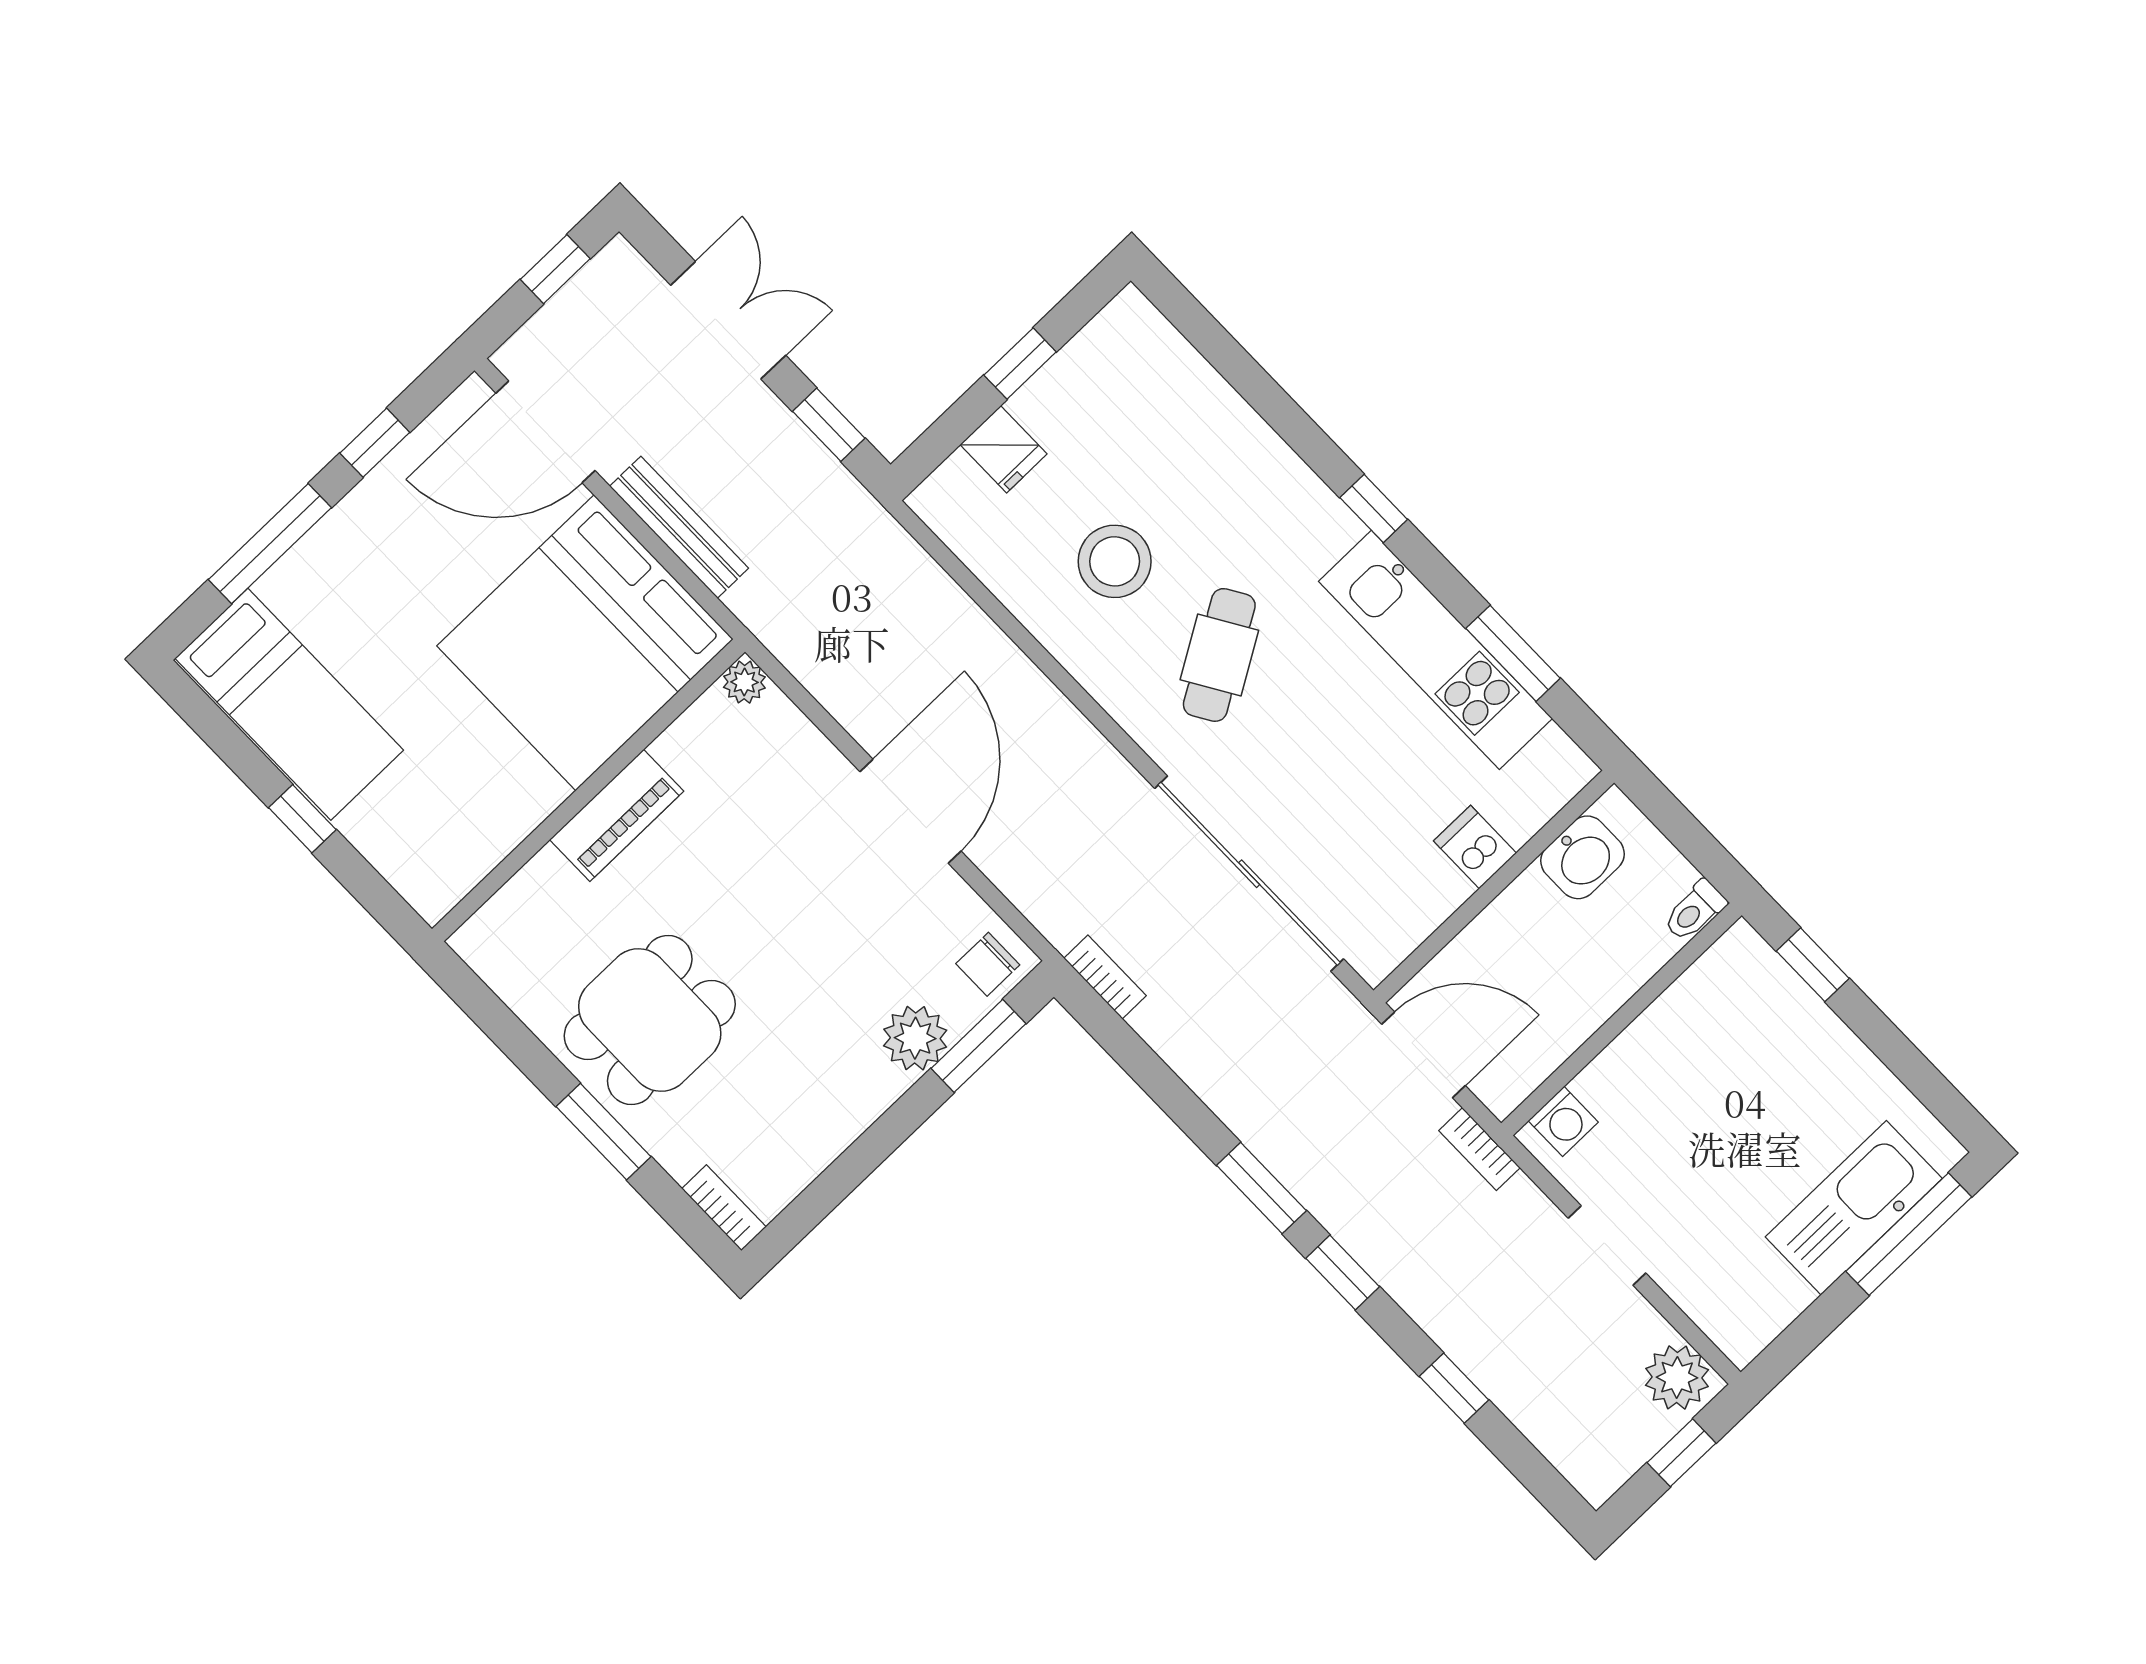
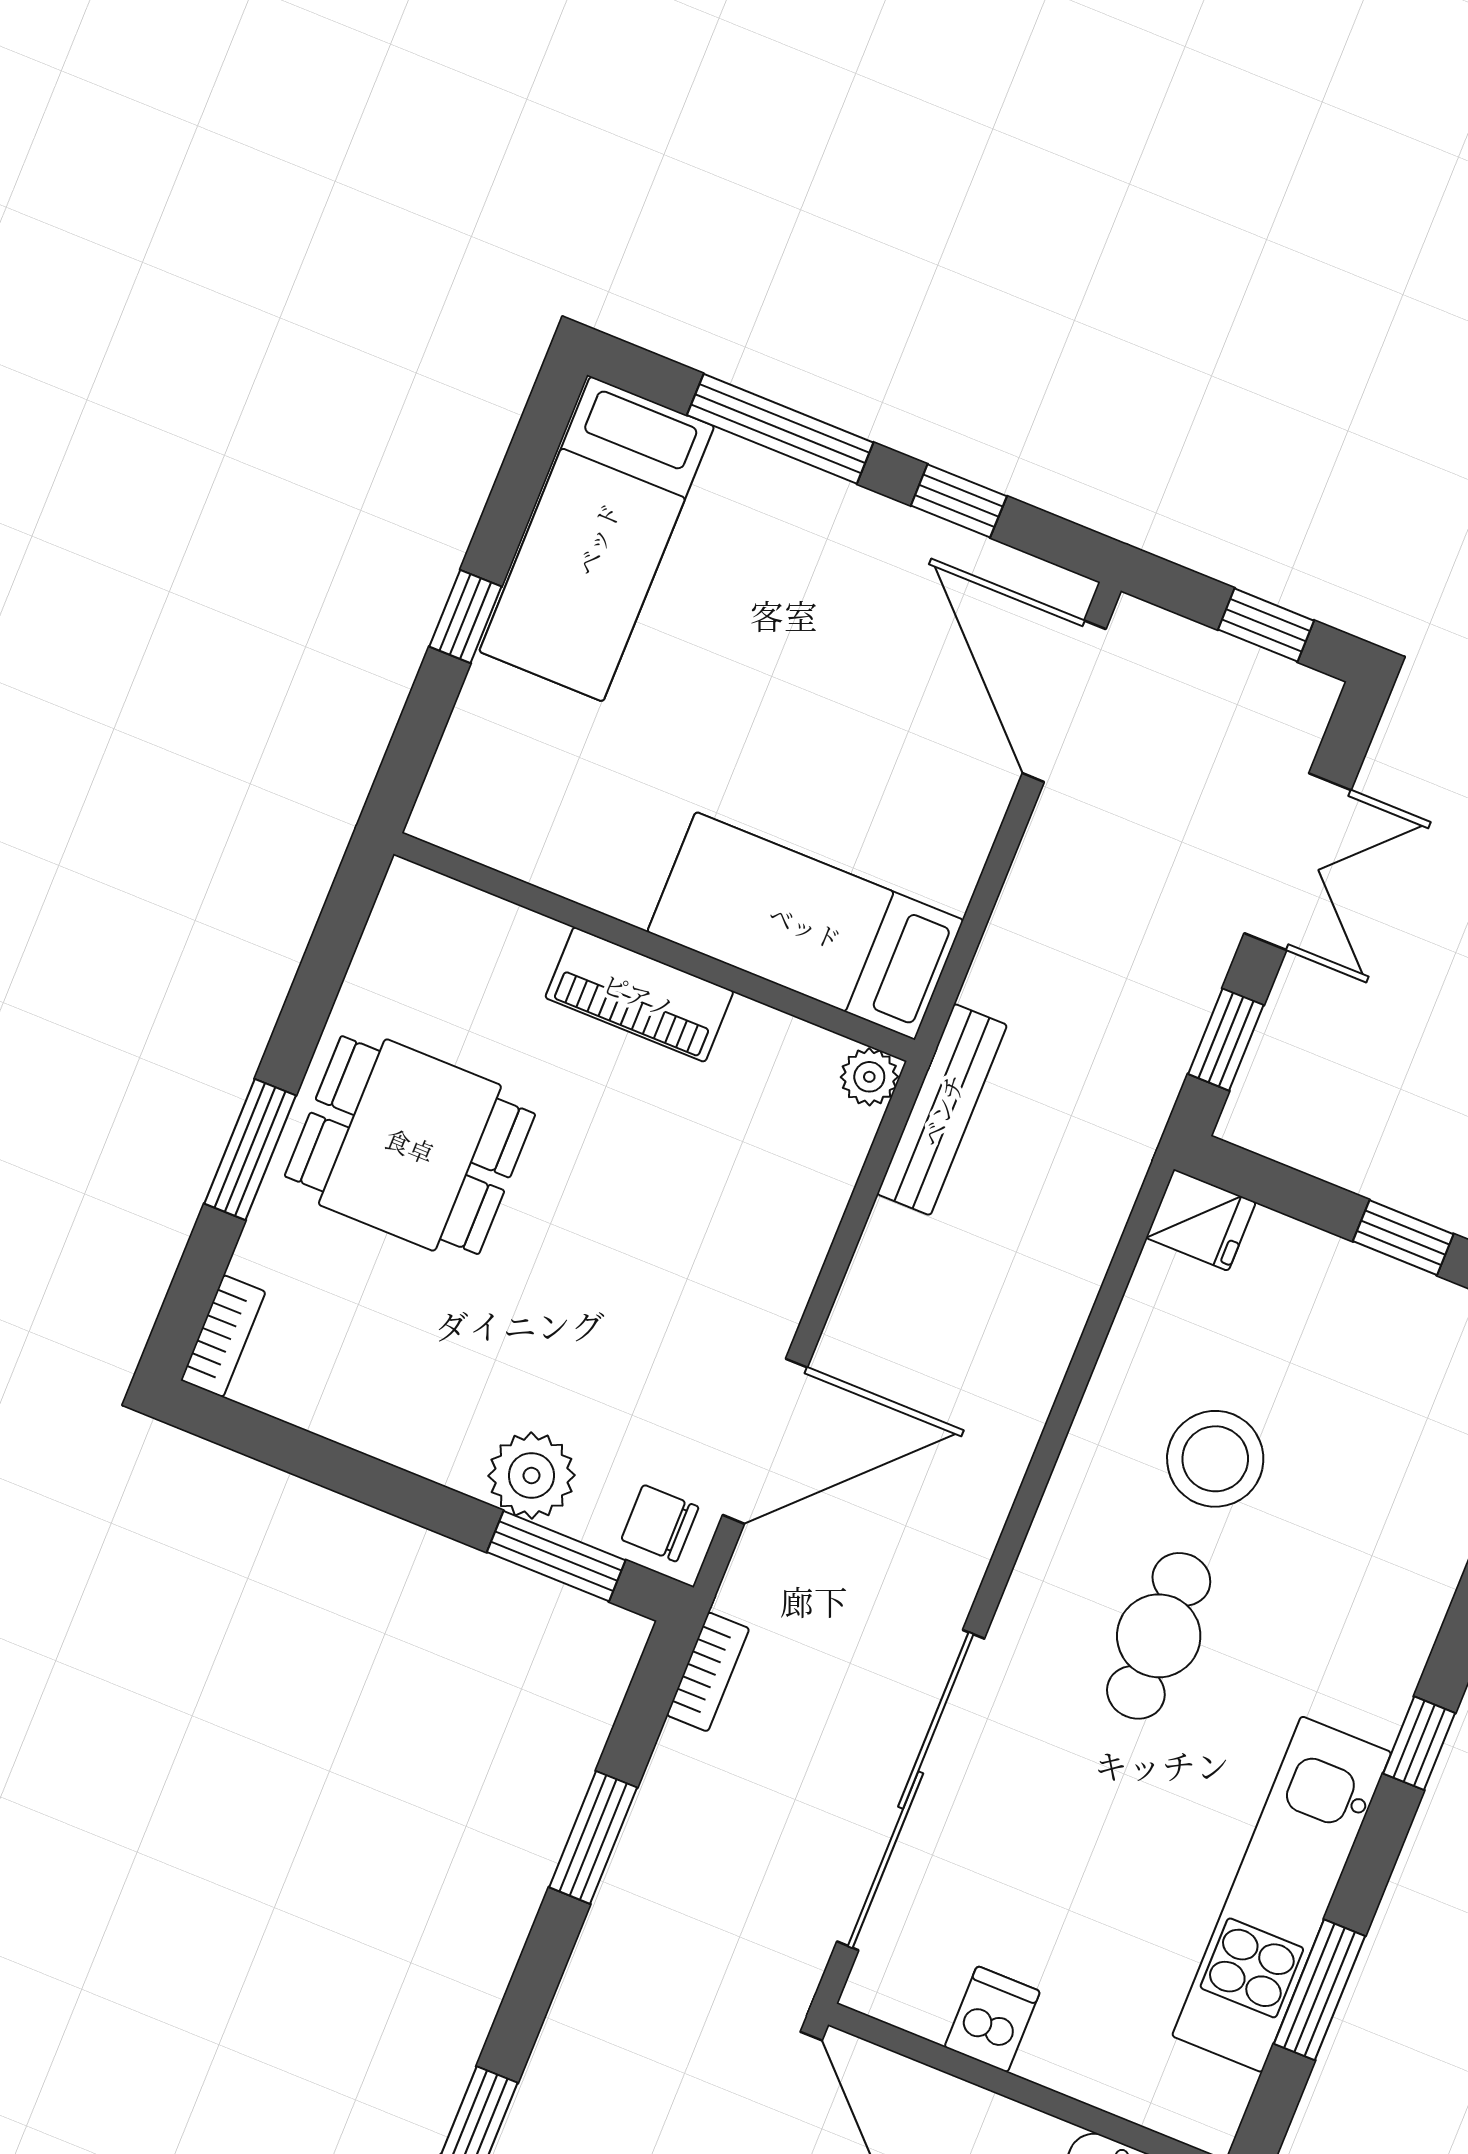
fridge: (1004, 449) -> (1201, 1220), moved, turned -90
bench: (679, 527) -> (942, 1110), moved
bed: (585, 643) -> (805, 926), width x0.49
cafe table: (1219, 655) -> (1159, 1636), turned -59
door: (911, 811) -> (765, 1441), moved
dishwasher: (1475, 847) -> (992, 2019), moved
window: (1261, 1188) -> (593, 1837), moved

